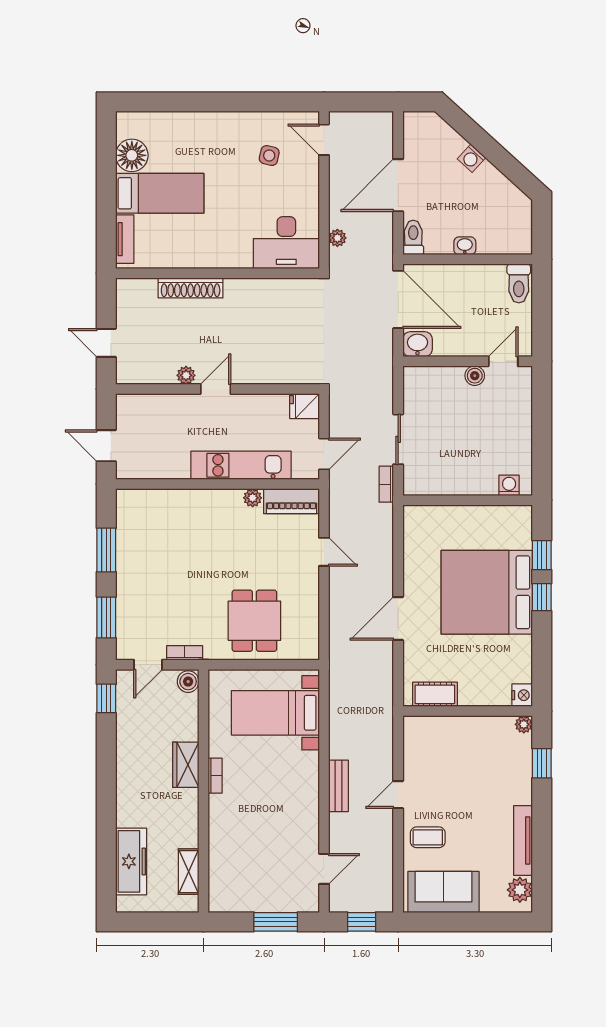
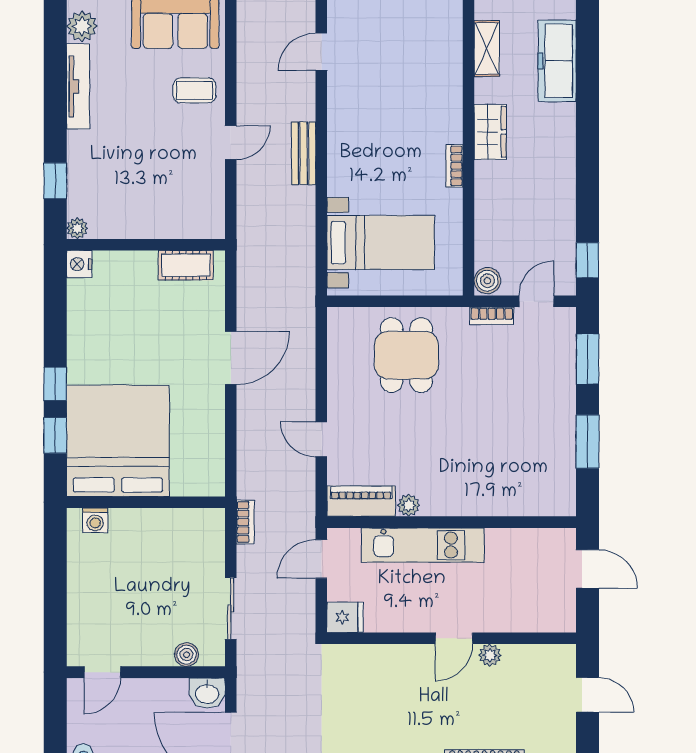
boiler: (475, 376) -> (186, 655), moved
sliding door: (398, 439) -> (231, 609), moved
bed: (487, 592) -> (118, 441), moved, turned -90
wardrobe: (186, 765) -> (490, 132), moved

